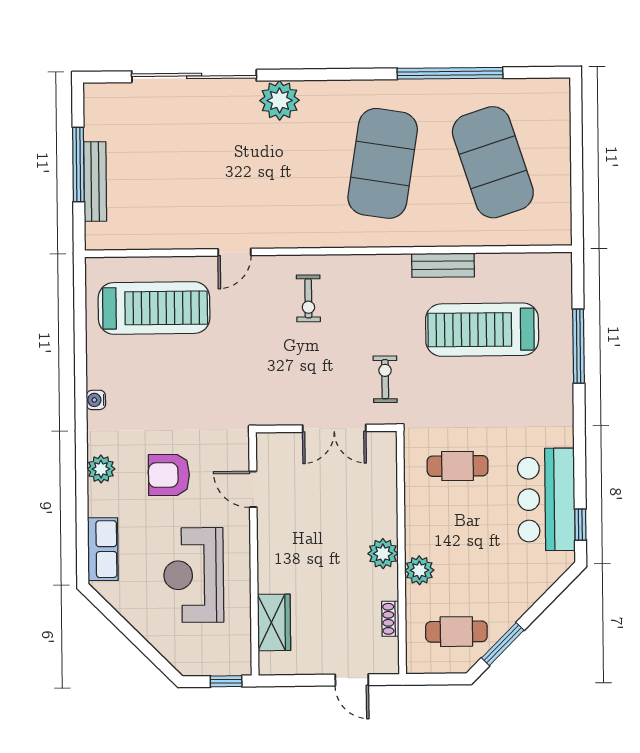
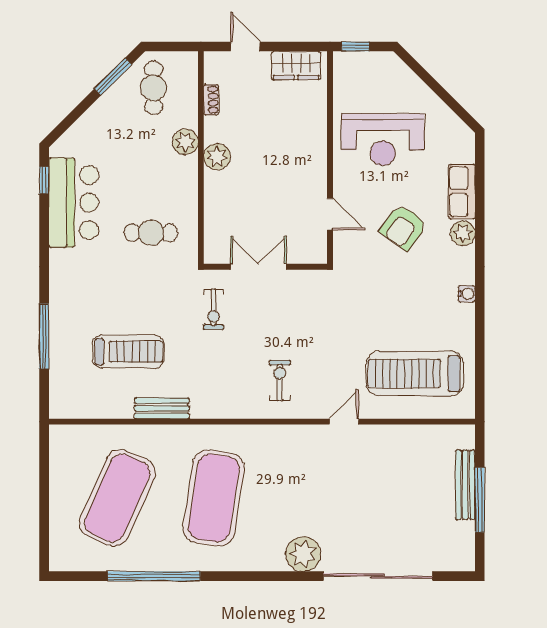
exercise mat: (493, 162) -> (117, 498), turned 42
treadmill: (482, 330) -> (128, 352), width x0.73, depth x0.73
armchair: (169, 475) -> (403, 227), turned 126
row of seats: (103, 549) -> (462, 192), moved
reception desk: (194, 575) -> (383, 140), turned 90
wardrobe: (274, 622) -> (296, 66), moved, turned -90
cafe table: (456, 632) -> (153, 88), turned 90

